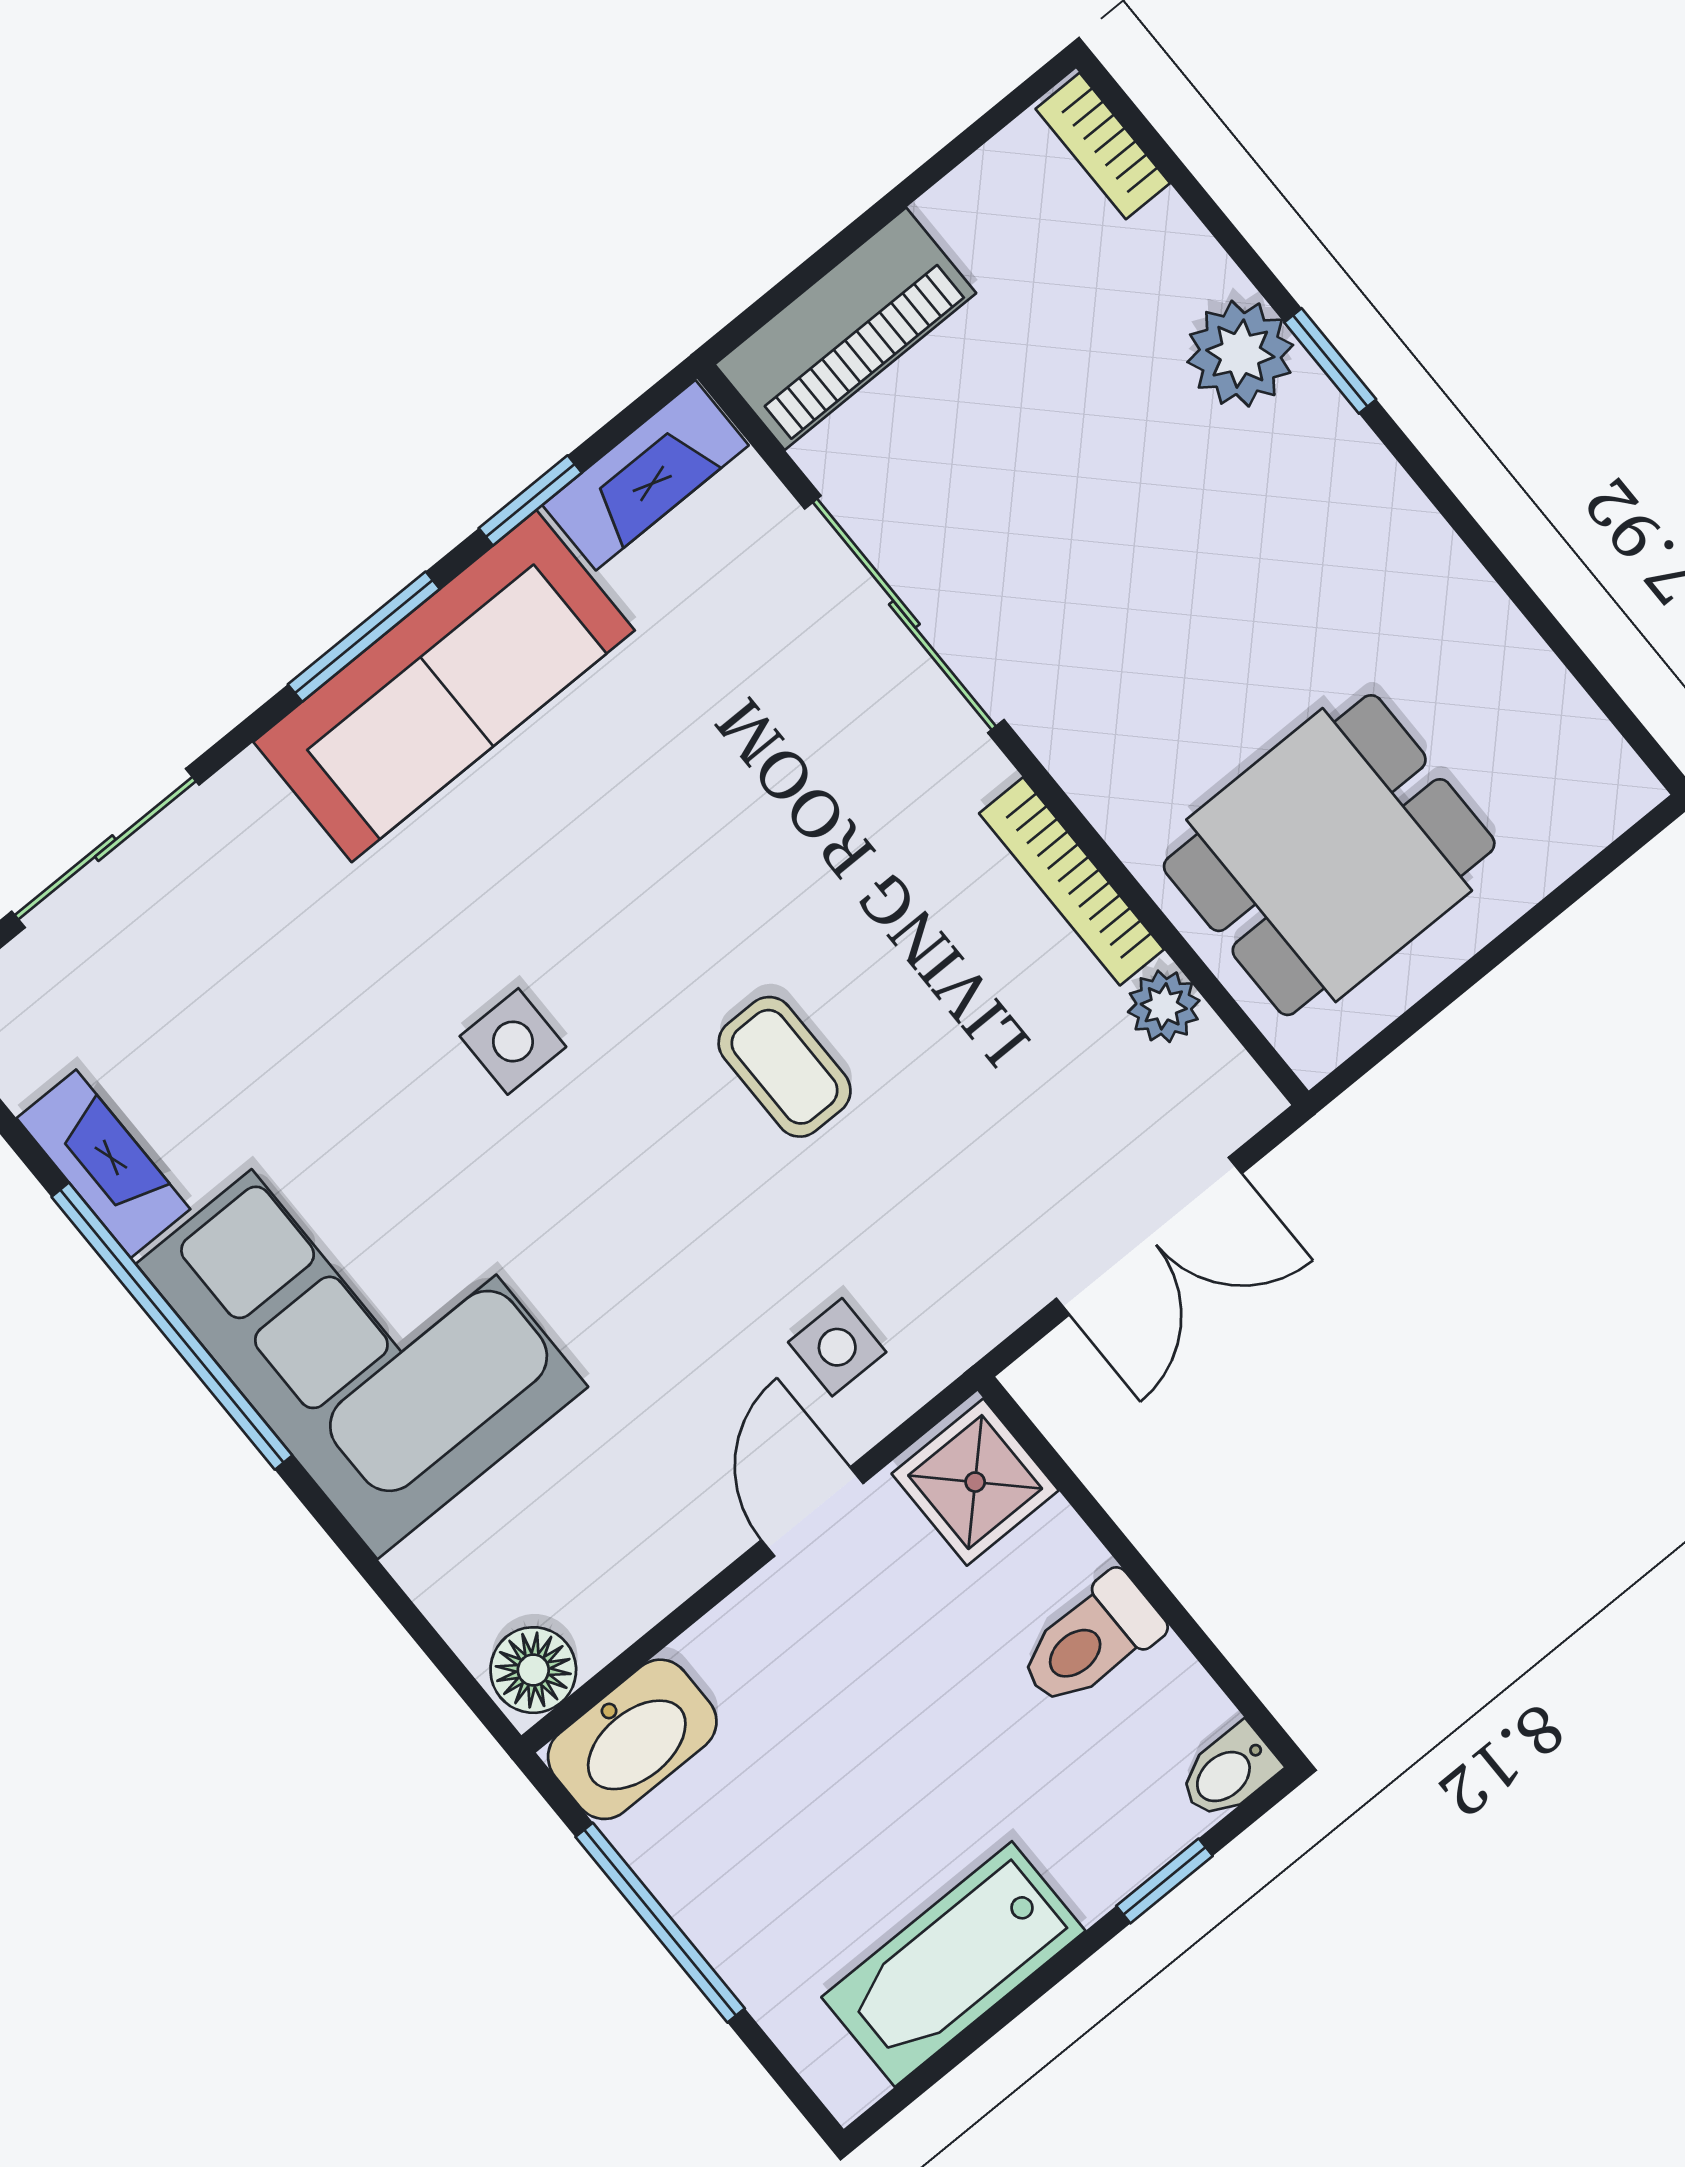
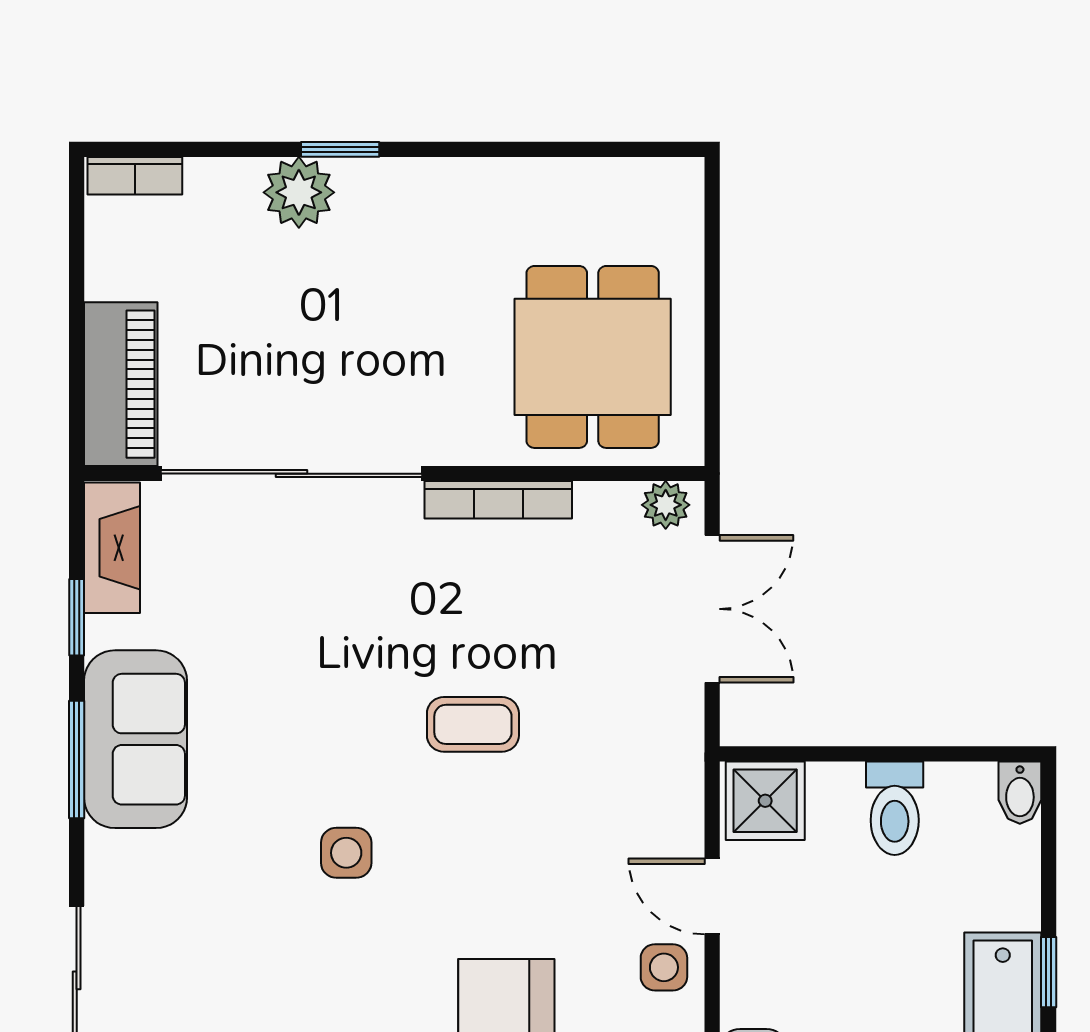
sliding door: (904, 614) -> (292, 474), width x1.36
sofa: (444, 686) -> (135, 739), width x0.73
plant: (1164, 1006) -> (666, 505), moved
side table: (837, 1347) -> (664, 967), moved
window: (1164, 1881) -> (1049, 972), moved

